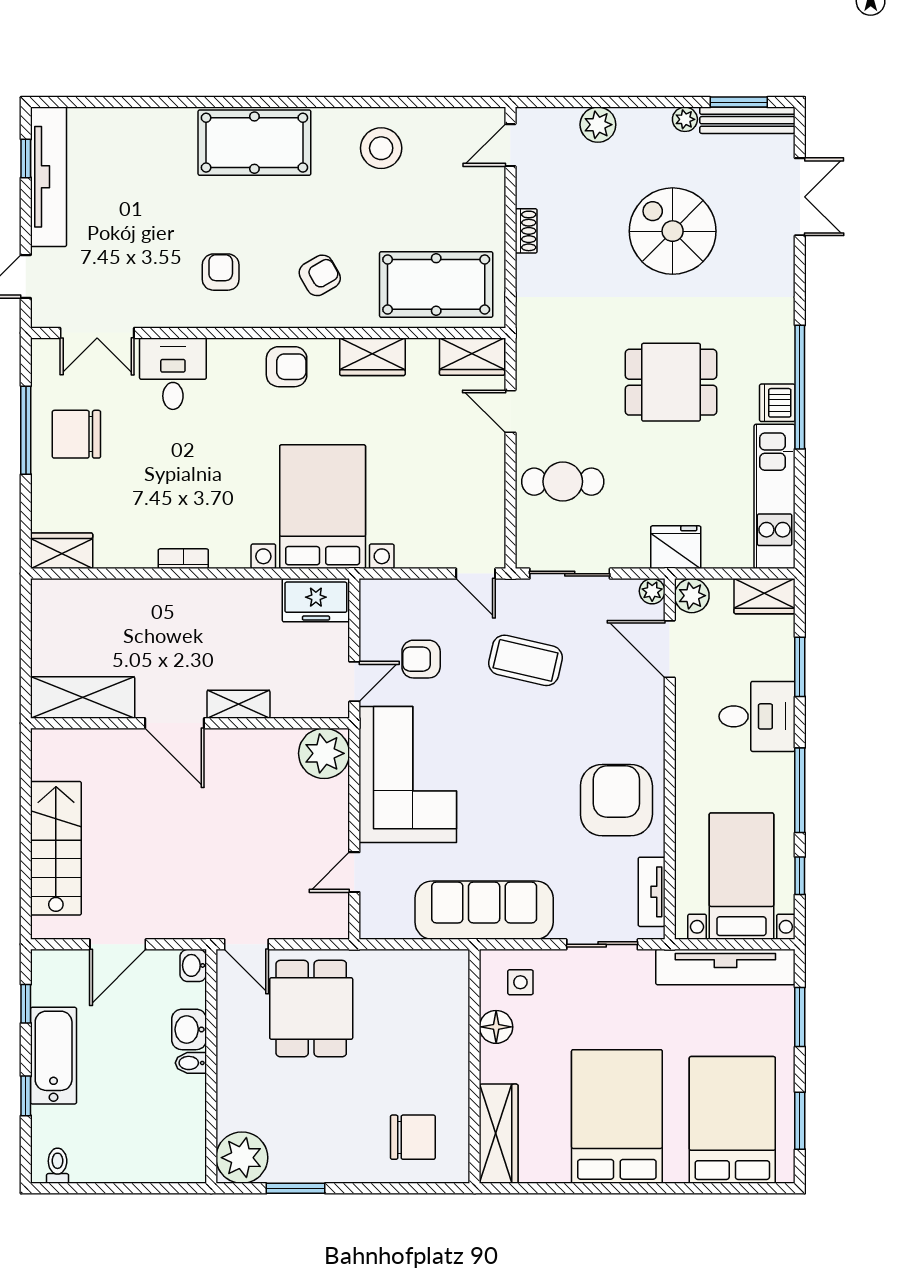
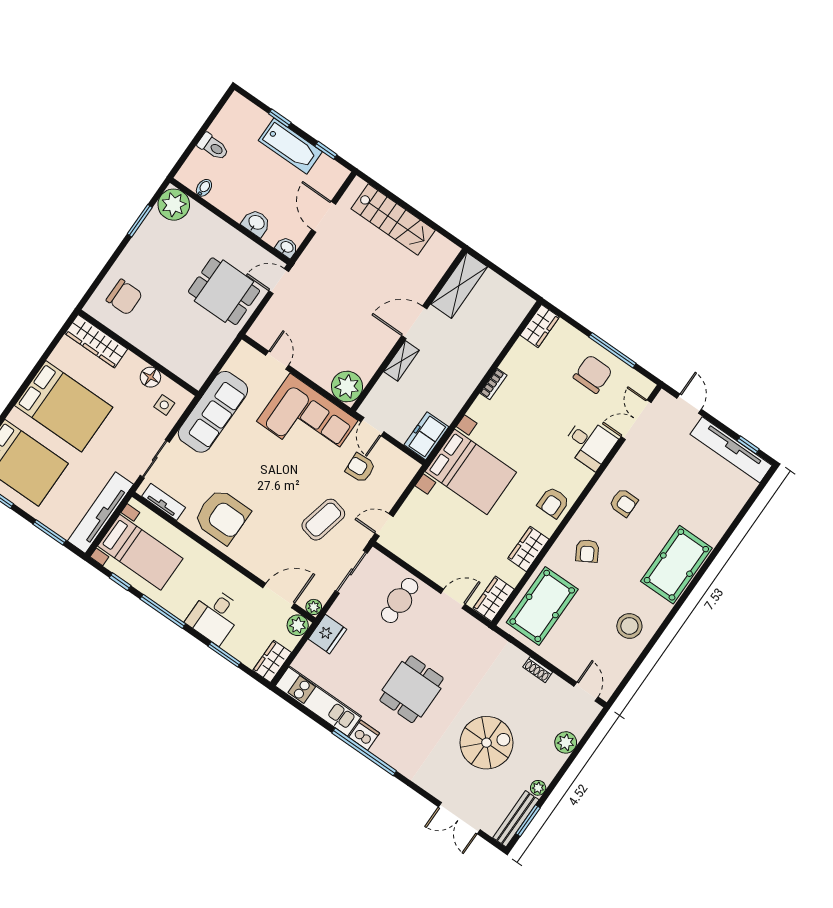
armchair: (421, 659) -> (360, 468), turned -93
bidet: (191, 1063) -> (204, 188), moved
chair: (413, 1137) -> (124, 297), turned -90
toilet: (58, 1166) -> (213, 147), moved, width x1.37, depth x1.39

